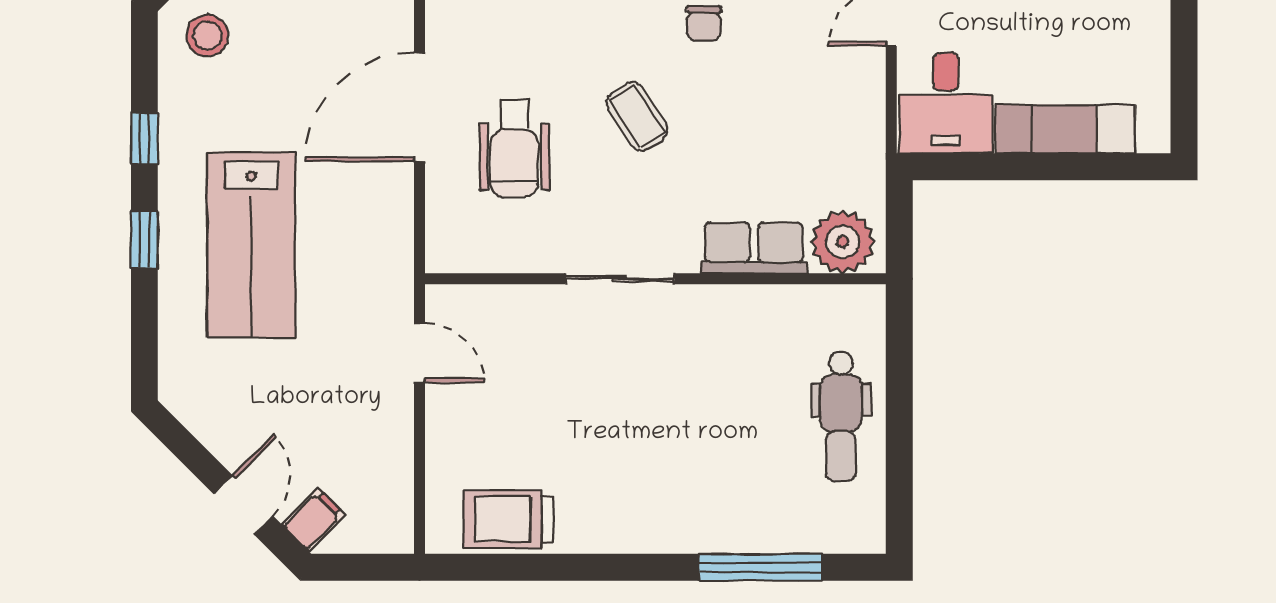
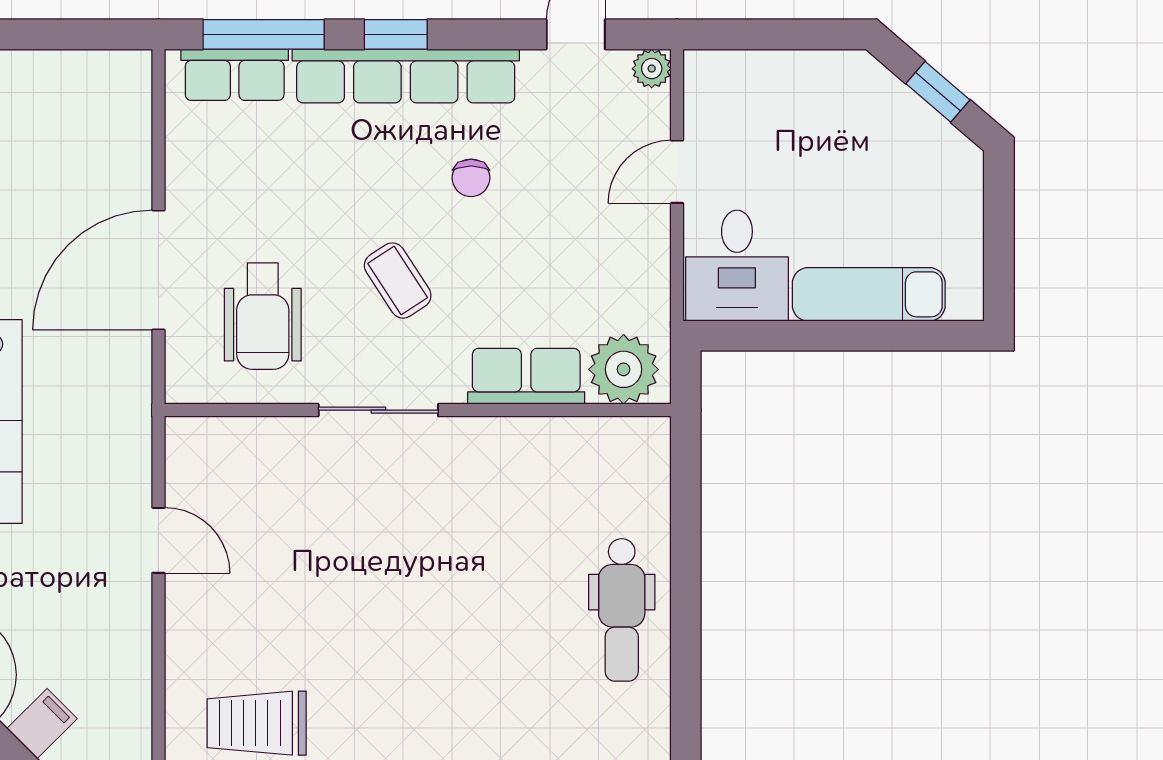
plant: (843, 242) -> (624, 369), moved
row of seats: (754, 248) -> (526, 376), moved
sliding door: (619, 279) -> (378, 410), moved
wall: (655, 279) -> (418, 410), moved

